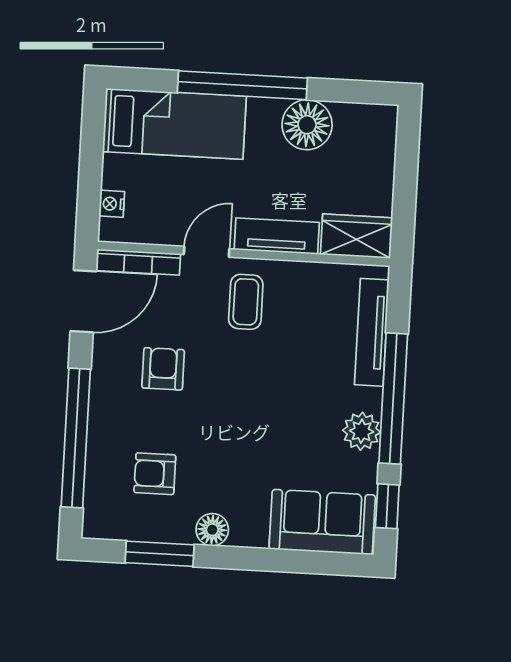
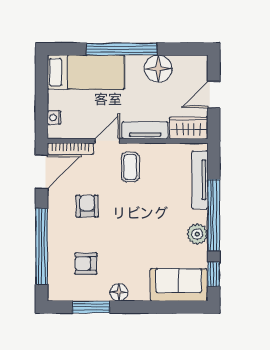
door: (406, 178) -> (214, 95), added

